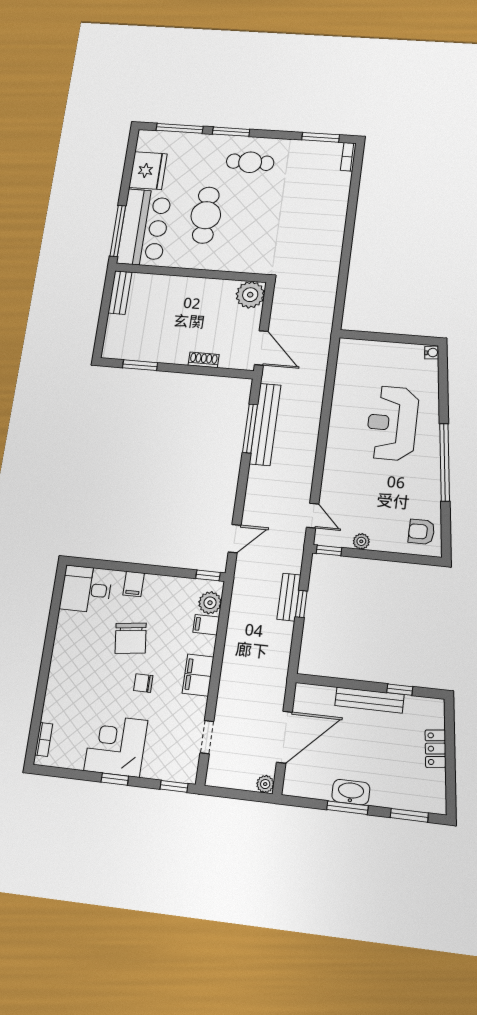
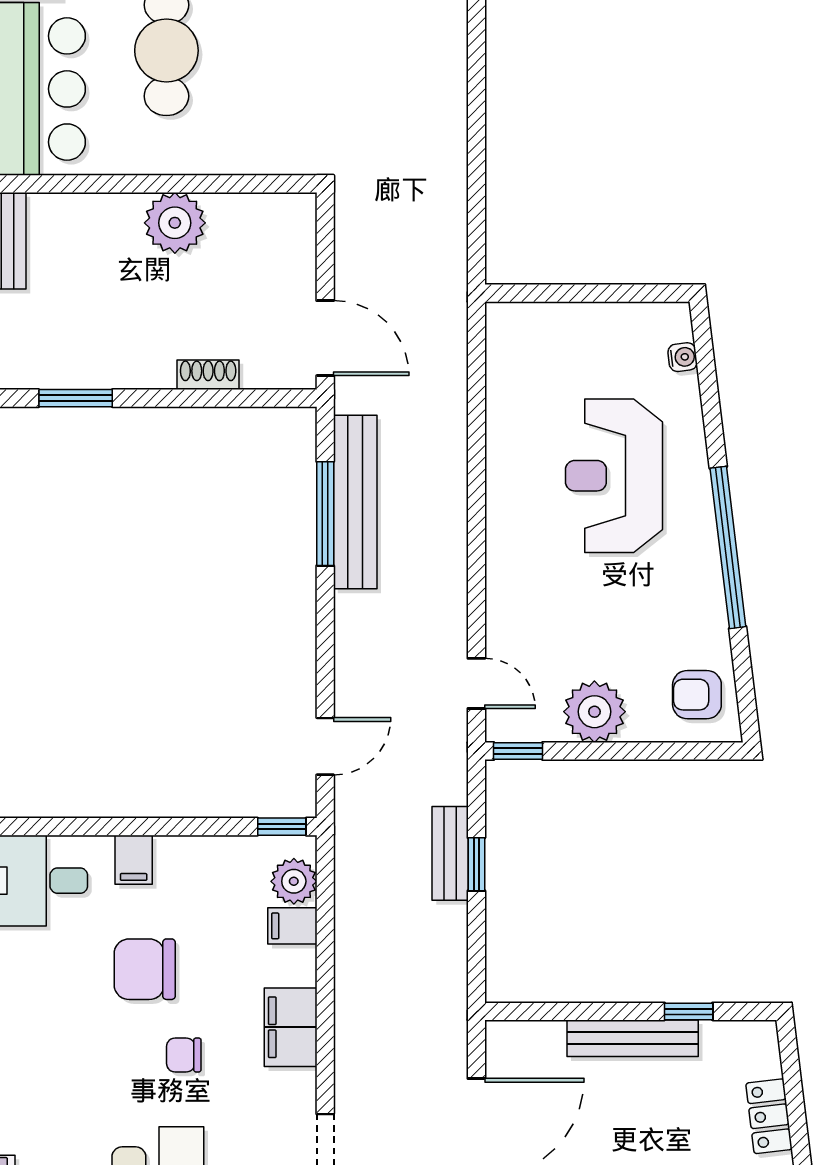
plant: (250, 295) -> (175, 223), moved
water cooler: (432, 353) -> (683, 357), moved
plant: (361, 541) -> (594, 712), width x1.88, depth x1.88
chair: (131, 638) -> (145, 969), turned 97

